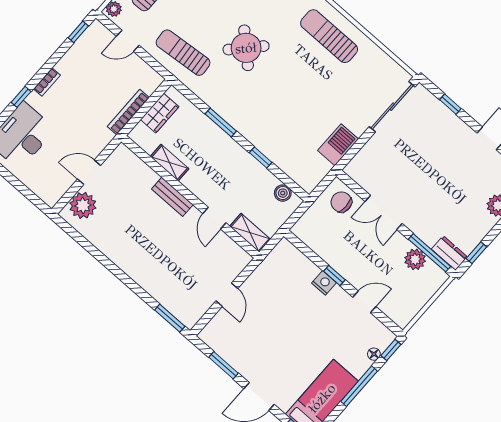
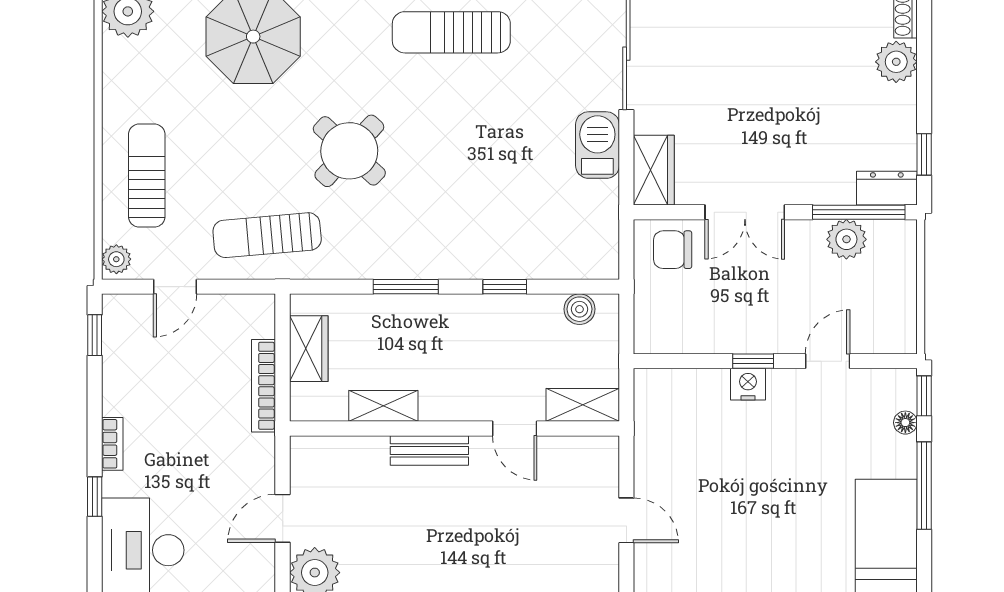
barbecue: (338, 145) -> (597, 145), moved
wardrobe: (362, 163) -> (654, 170), added

